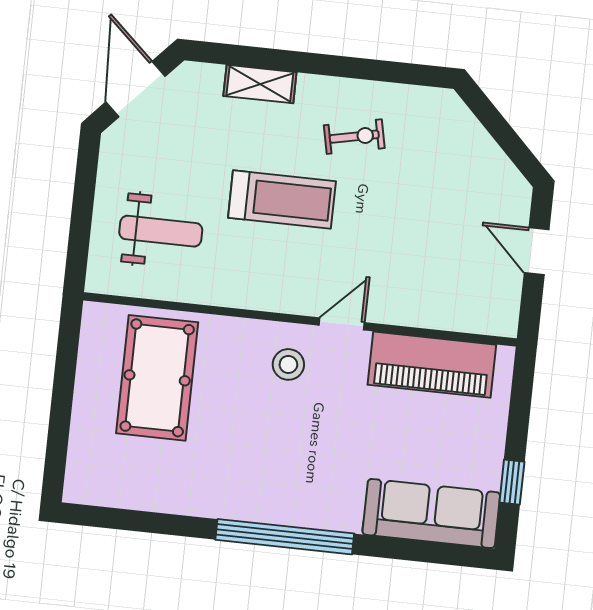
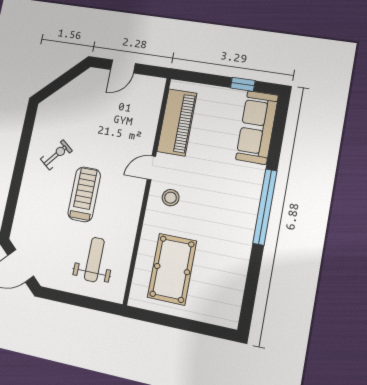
shelving: (260, 84) -> (25, 201), removed
exercise bike: (354, 137) -> (56, 155), turned 51
door: (342, 324) -> (151, 168), hinge flipped
pool table: (157, 378) -> (172, 269), turned 90

